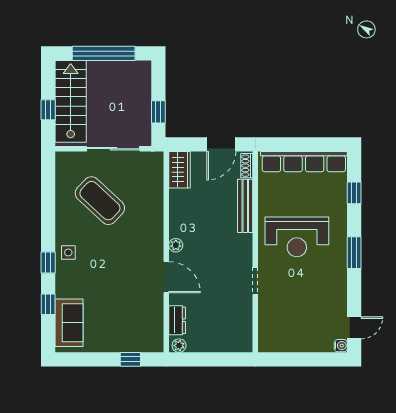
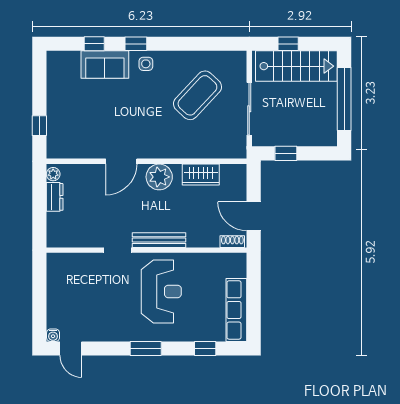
row of seats: (304, 162) -> (236, 310), width x0.73
wardrobe: (179, 170) -> (201, 175), moved
bench: (245, 206) -> (159, 240), moved
reception desk: (297, 237) -> (161, 291), turned 180
plant: (176, 245) -> (159, 177), width x1.88, depth x1.88
dresser: (177, 320) -> (55, 197), moved, turned -90
sofa: (69, 323) -> (105, 64), moved

